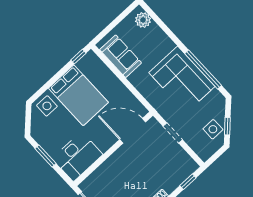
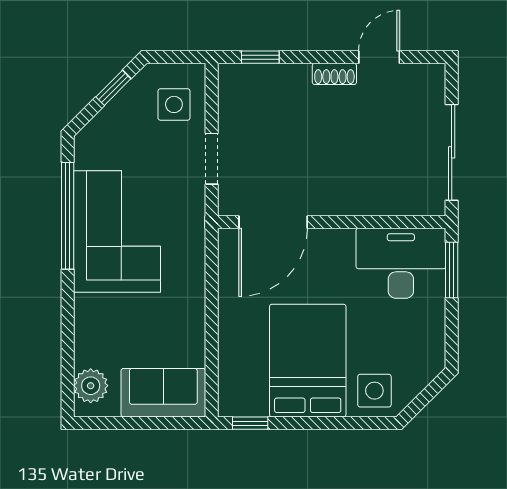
sofa: (121, 56) -> (163, 393), moved, turned 90
side table: (213, 129) -> (174, 104), moved
door: (133, 131) -> (273, 222), hinge flipped
window: (46, 156) -> (452, 270), moved

